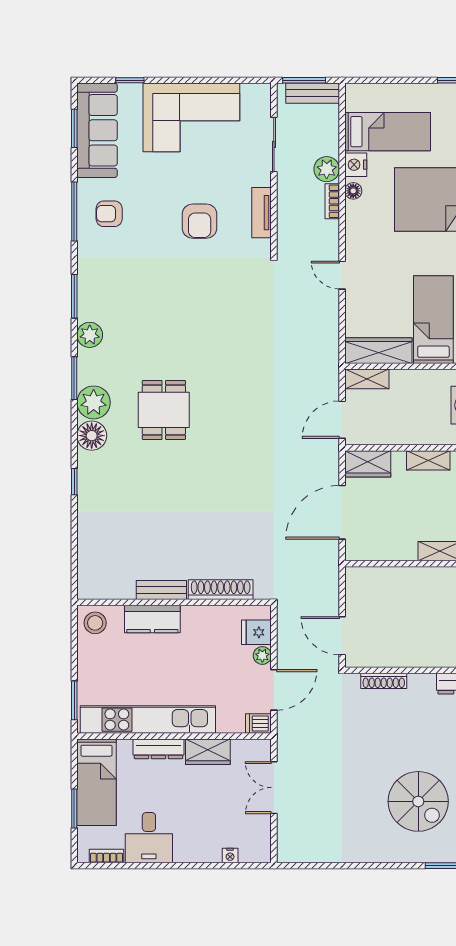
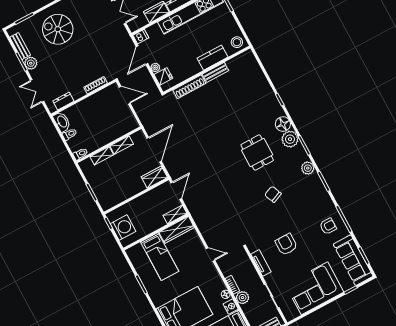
chair: (176, 322) -> (273, 194), added
shelving: (428, 460) -> (122, 145), moved
spiral stairs: (418, 801) -> (58, 29), moved

